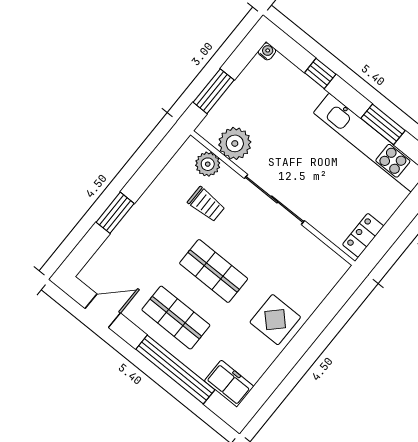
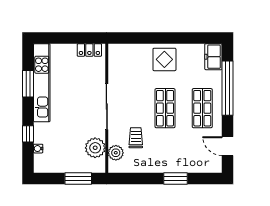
water cooler: (267, 51) -> (38, 149), moved

